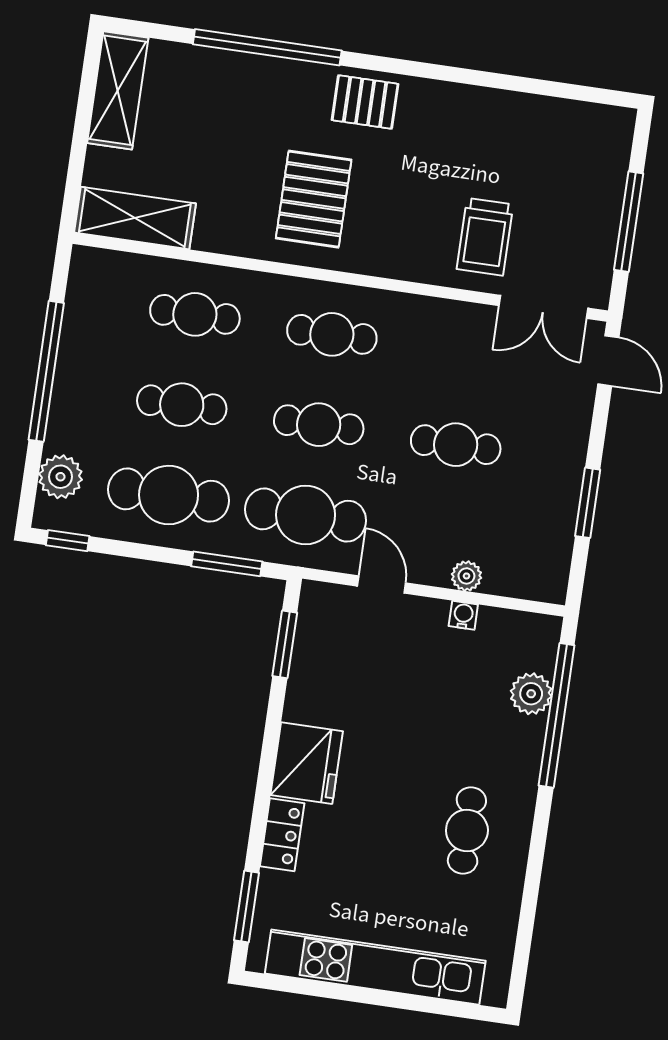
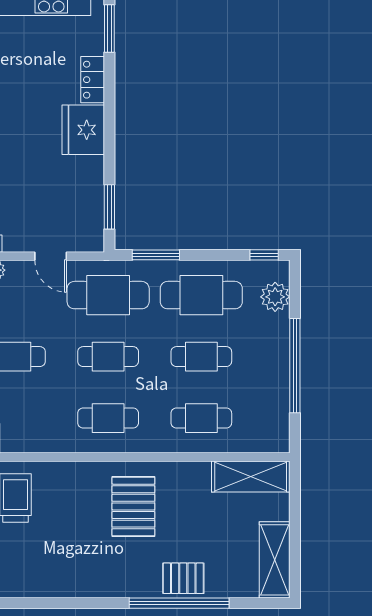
pallet: (365, 102) -> (183, 578), moved

